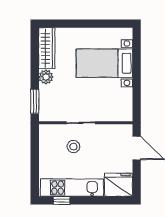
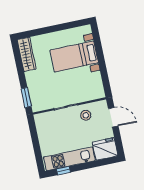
plant: (46, 77) -> (31, 77), removed
stool: (73, 147) -> (86, 115), moved

